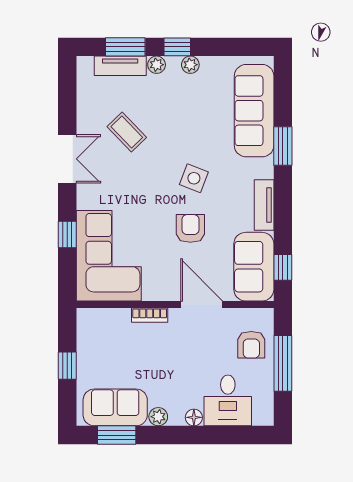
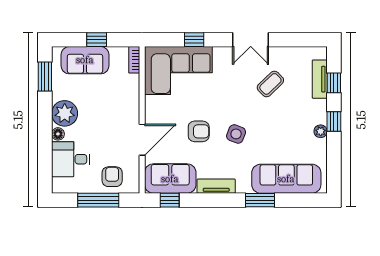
window: (125, 47) -> (334, 83), width x0.67
plant: (157, 65) -> (321, 106), removed
bookcase: (150, 315) -> (134, 60), moved
armchair: (251, 345) -> (112, 177), turned 90
sofa: (115, 407) -> (85, 60), moved, turned 90
plant: (158, 417) -> (65, 113), width x1.88, depth x1.88

